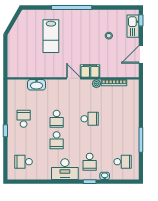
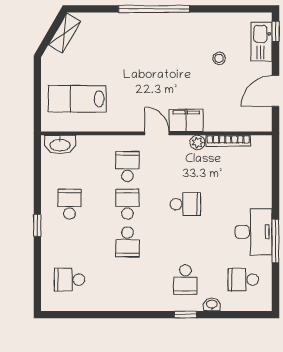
shelving: (21, 21) -> (65, 33), added
lab bench: (51, 36) -> (77, 99), moved, turned 90
washbasin: (37, 85) -> (60, 145), moved
school desk: (57, 97) -> (127, 166), added
school desk: (57, 119) -> (127, 204), turned 180
school desk: (123, 162) -> (243, 280), turned 180
desk: (65, 169) -> (253, 232), moved, turned -90

